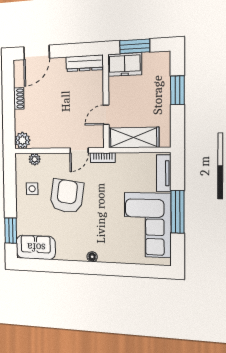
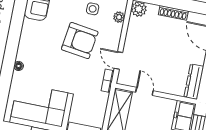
shoe rack: (19, 99) -> (173, 13), width x1.43
floor lamp: (92, 257) -> (19, 66), moved

